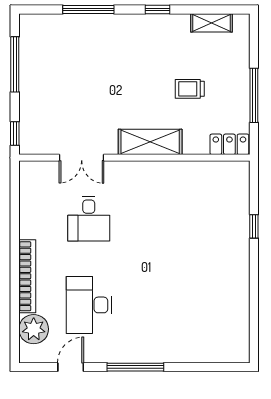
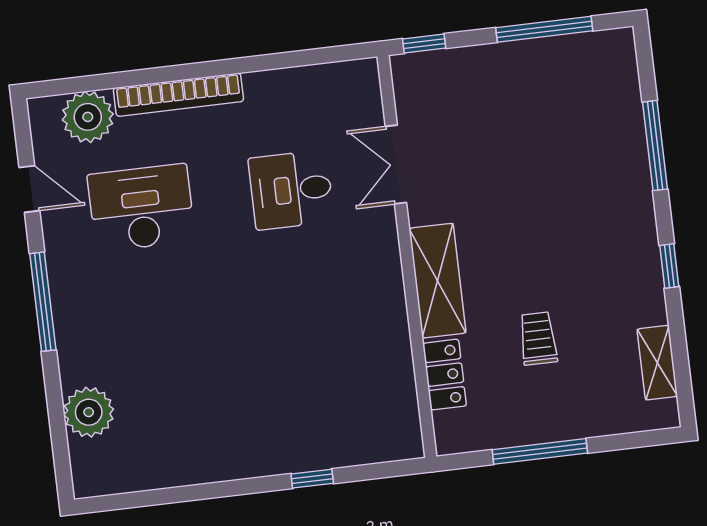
locker: (229, 144) -> (445, 375), moved
plant: (201, 349) -> (89, 412), added

